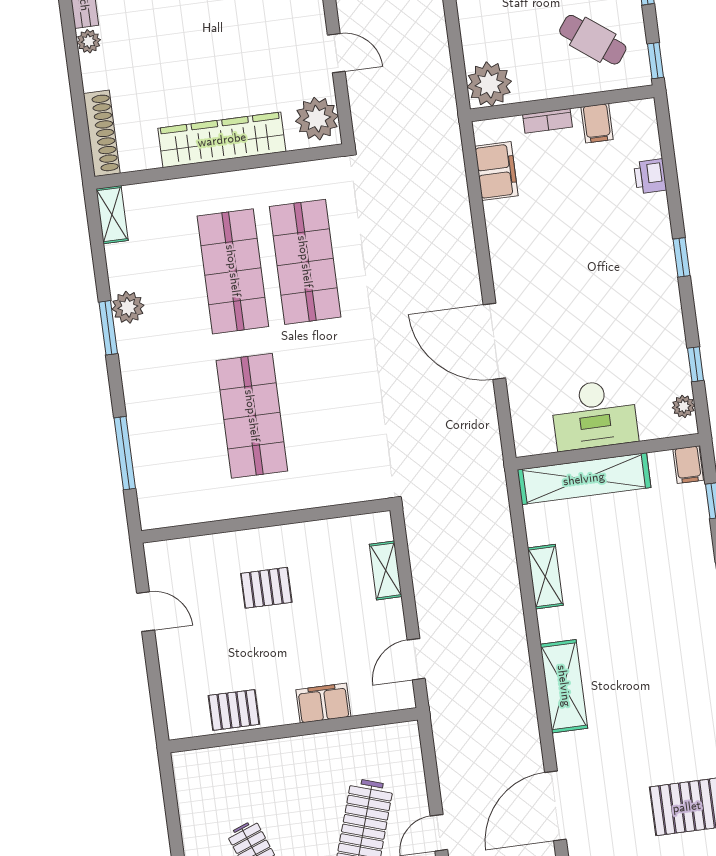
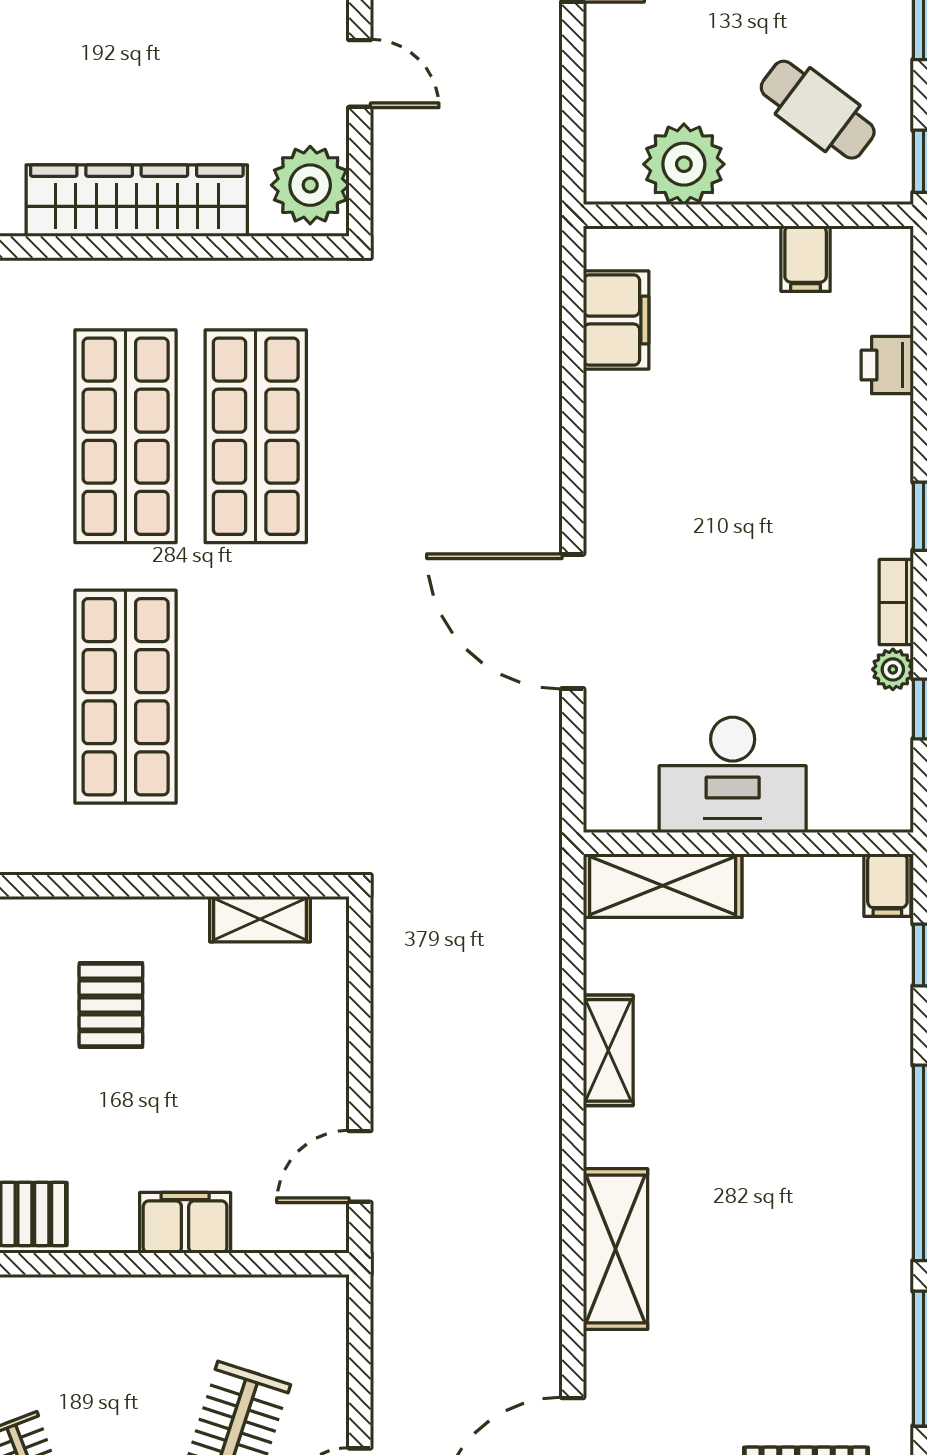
plant: (489, 84) -> (684, 164), moved
bookcase: (547, 121) -> (896, 602), moved, turned 90
plant: (684, 406) -> (893, 669), moved
shelving: (584, 479) -> (663, 886), width x0.68
shelving: (386, 570) -> (260, 919), moved, turned 90
pallet: (266, 588) -> (111, 1005), turned 90

